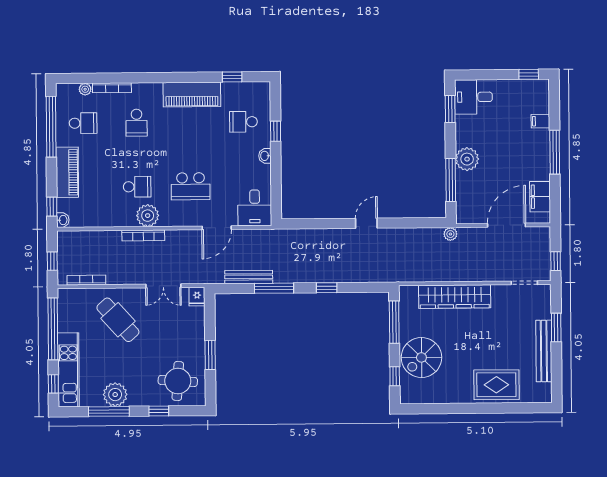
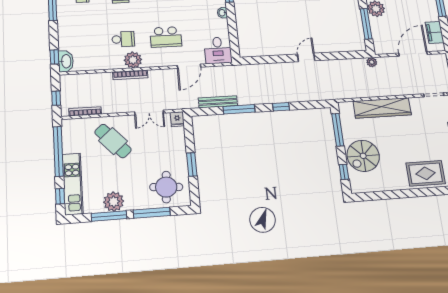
piano: (67, 172) -> (66, 31), removed
washbasin: (63, 220) -> (66, 61), width x1.91, depth x1.45
window: (159, 411) -> (152, 213), width x2.17

